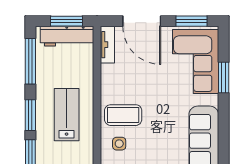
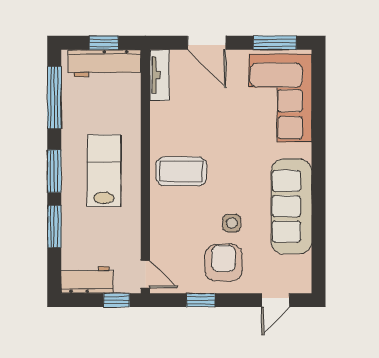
window: (66, 21) -> (104, 43), width x0.67
door: (142, 21) -> (207, 43), width x0.73
window: (224, 78) -> (319, 120), removed
side table: (119, 144) -> (232, 223), moved

